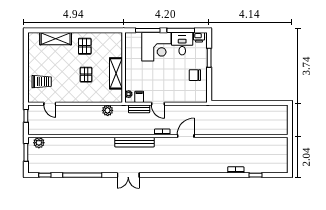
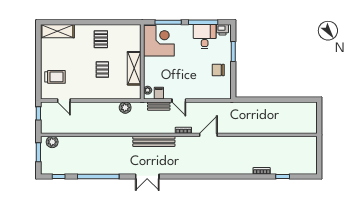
shelving: (56, 39) -> (57, 31), moved
corner desk: (156, 47) -> (159, 41), moved, turned -90

